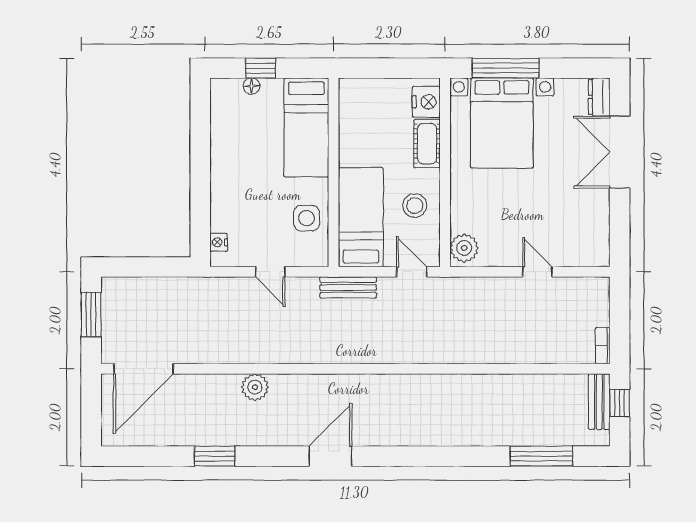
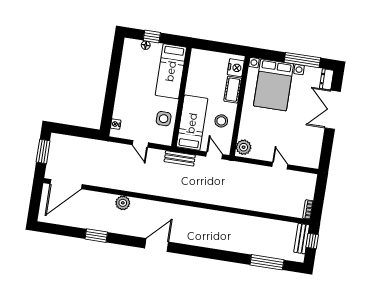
window: (506, 68) -> (302, 60), moved

